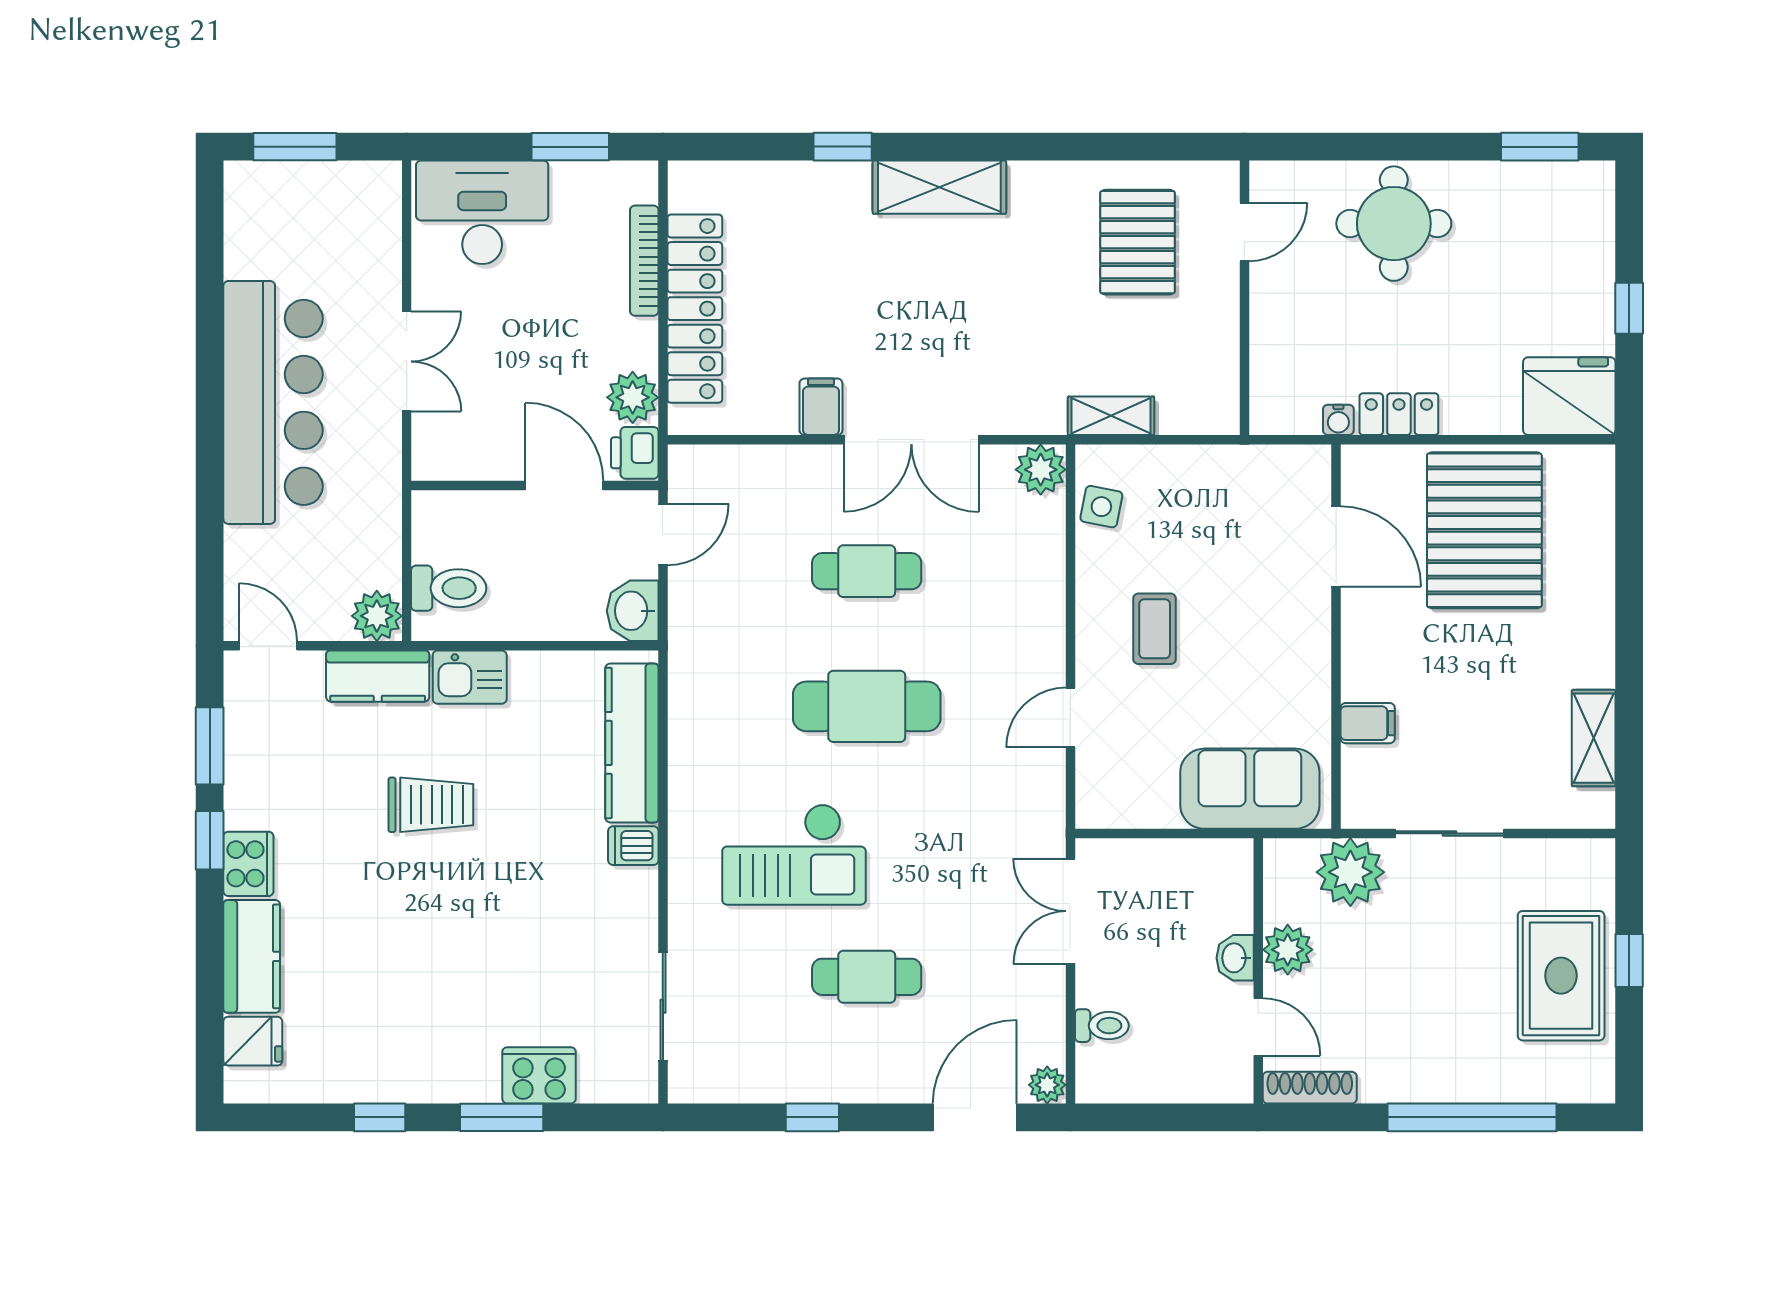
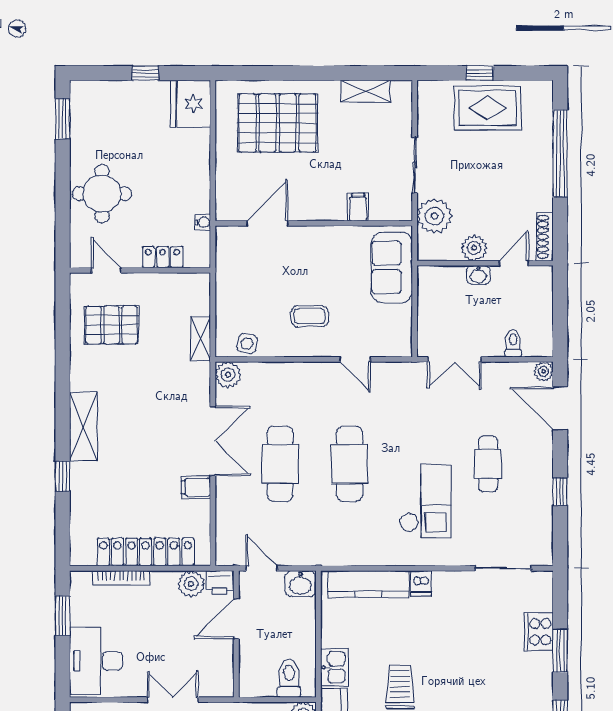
locker: (1399, 414) -> (163, 257), moved, turned 90
pallet: (1484, 530) -> (277, 123), moved
cafe table: (867, 571) -> (280, 464), width x1.37, depth x1.35

